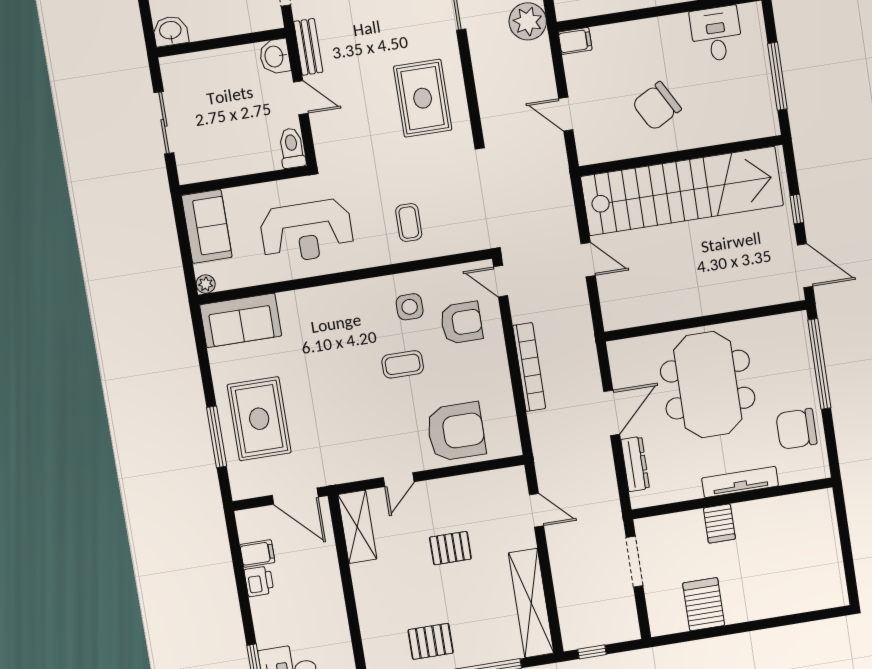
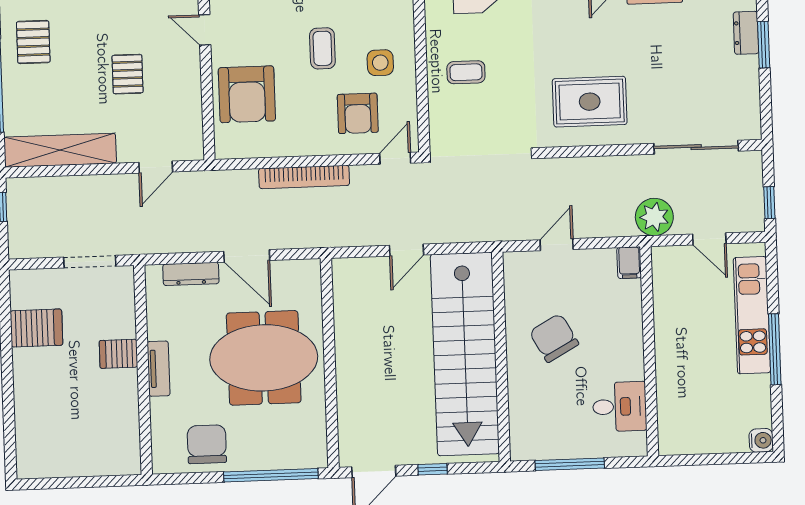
tv unit: (740, 482) -> (159, 369), width x0.71

